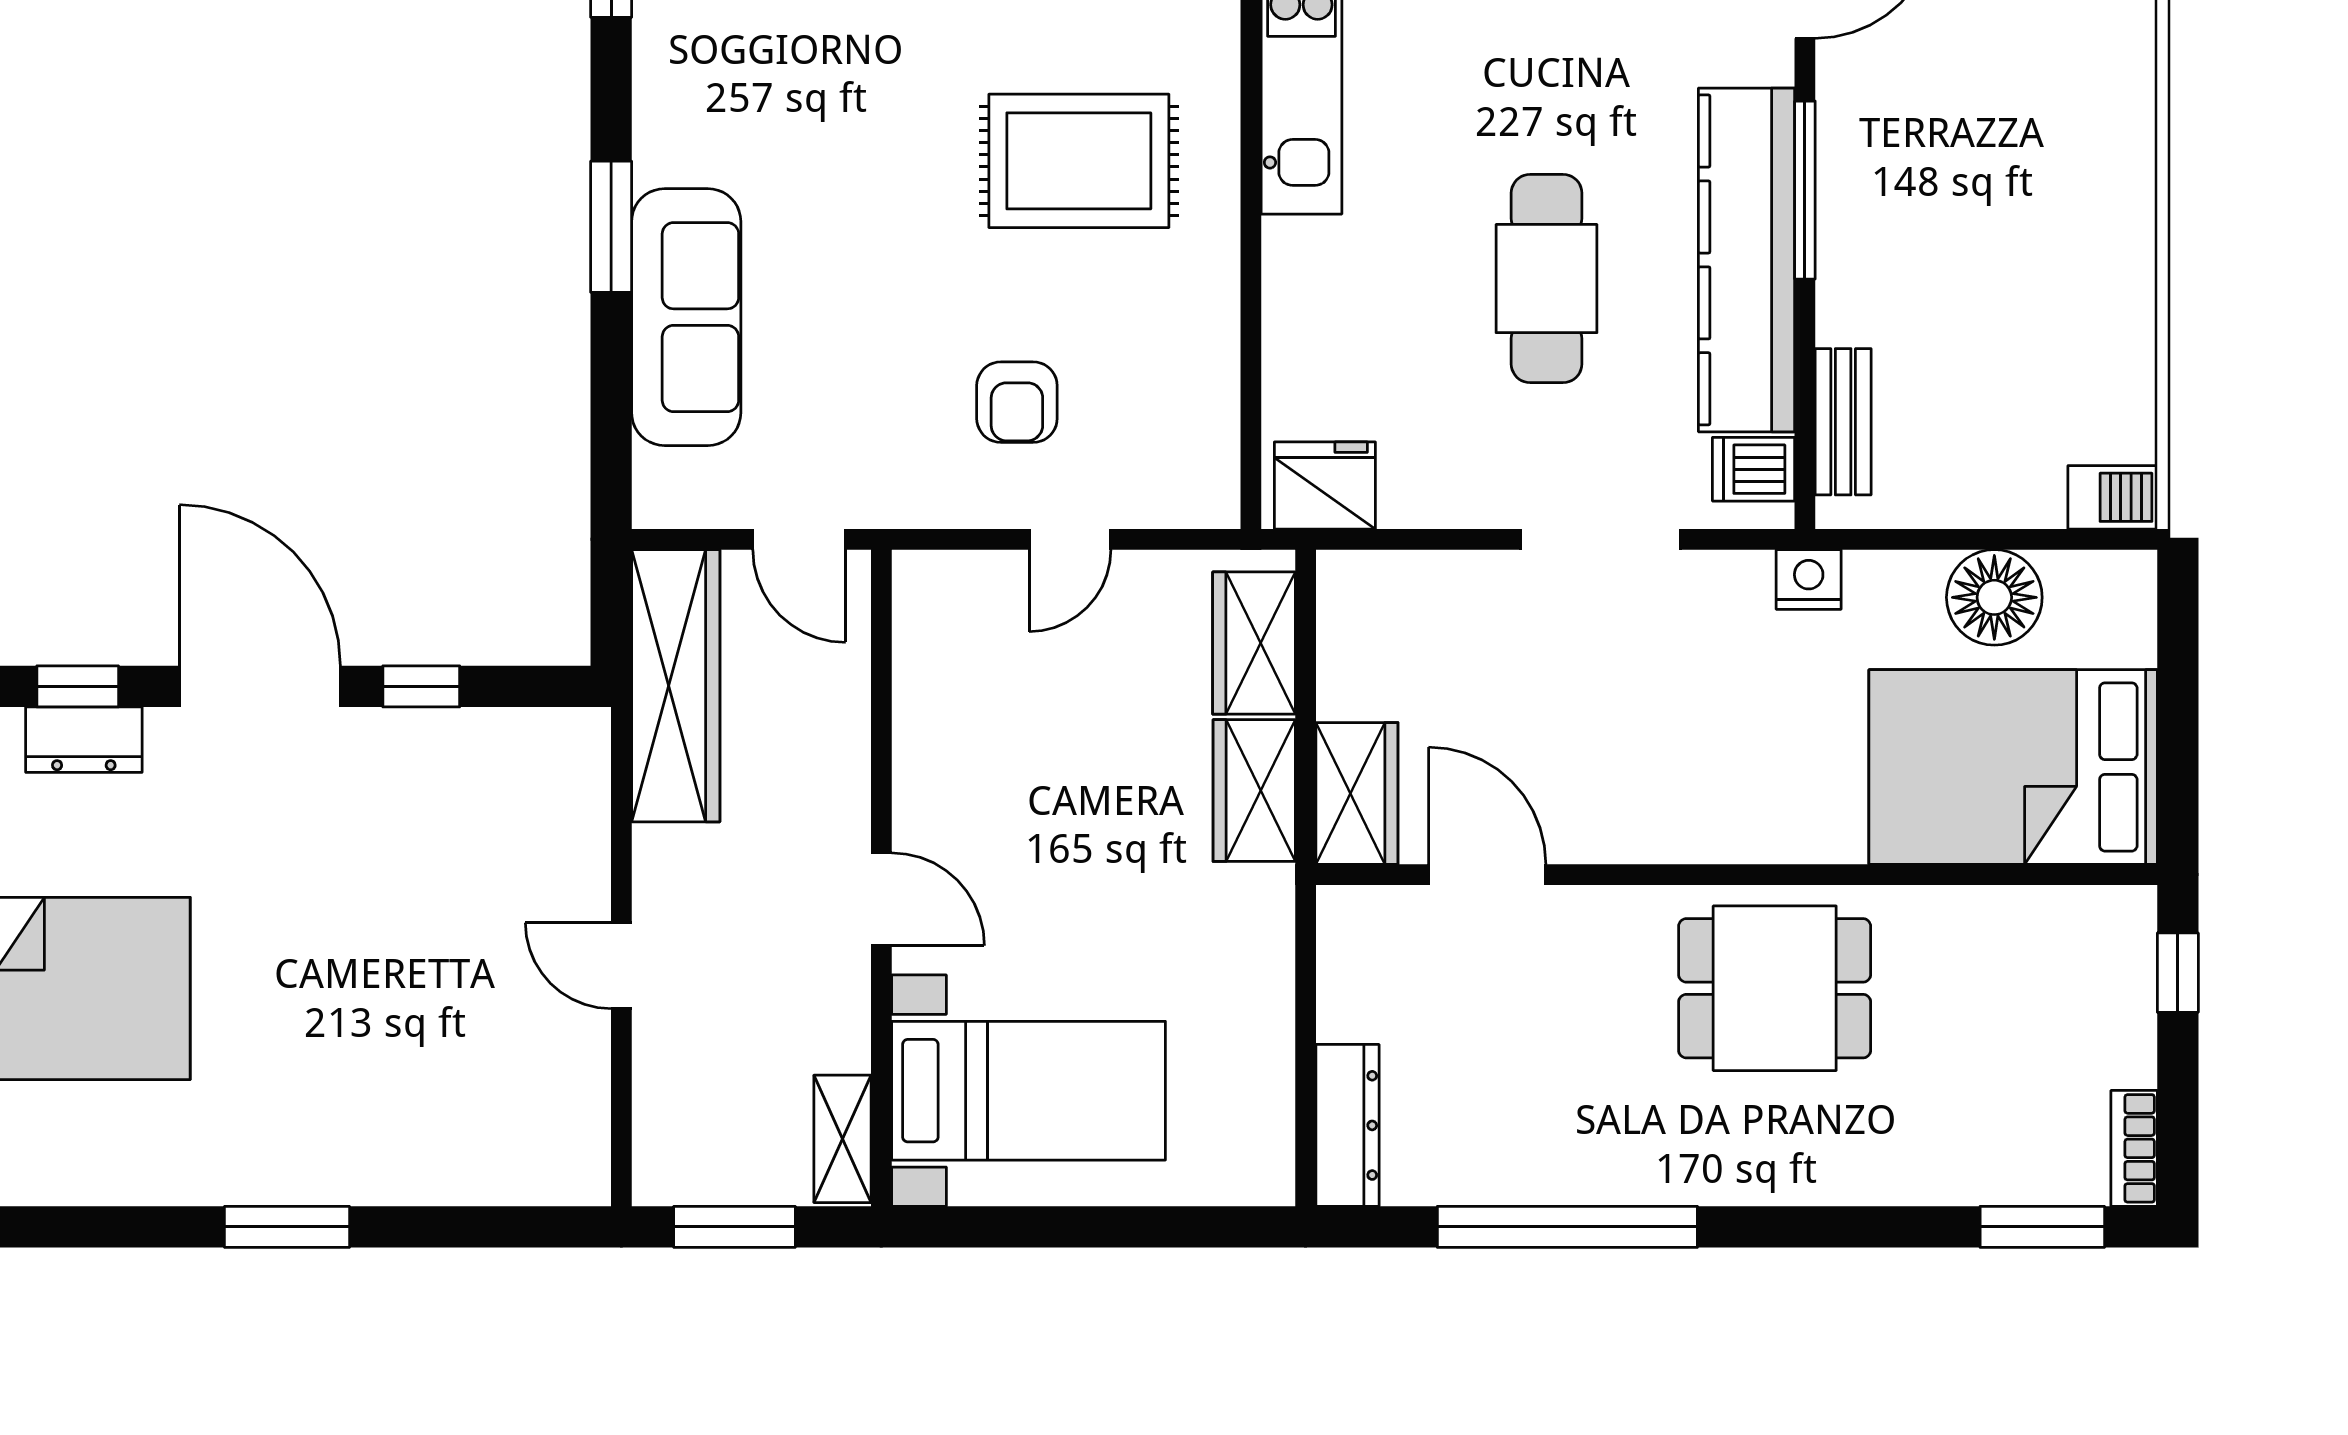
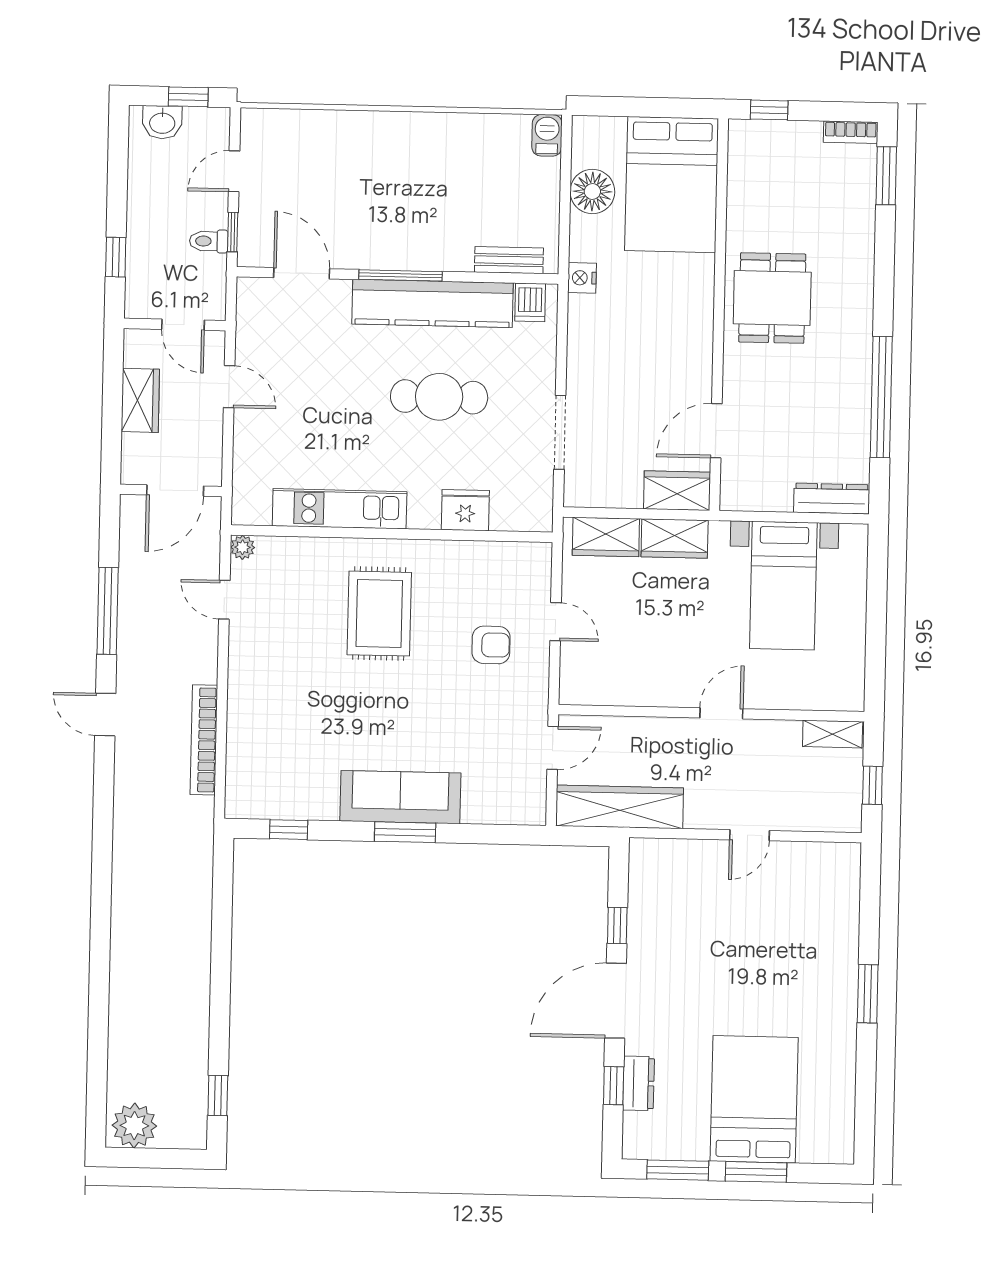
sofa: (686, 317) -> (400, 797), moved
fridge: (1325, 485) -> (465, 510), moved, turned 90
doorway: (1601, 539) -> (560, 432), moved
bed with nightstands: (1028, 1091) -> (783, 586), moved, turned 180
window: (735, 1227) -> (872, 785), width x0.67

